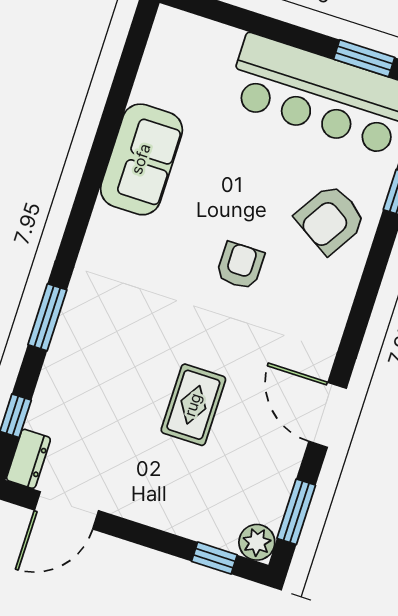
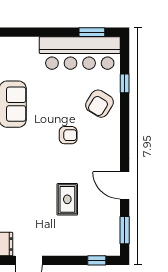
armchair: (240, 266) -> (68, 135), turned 90
plant: (257, 542) -> (112, 248), removed

